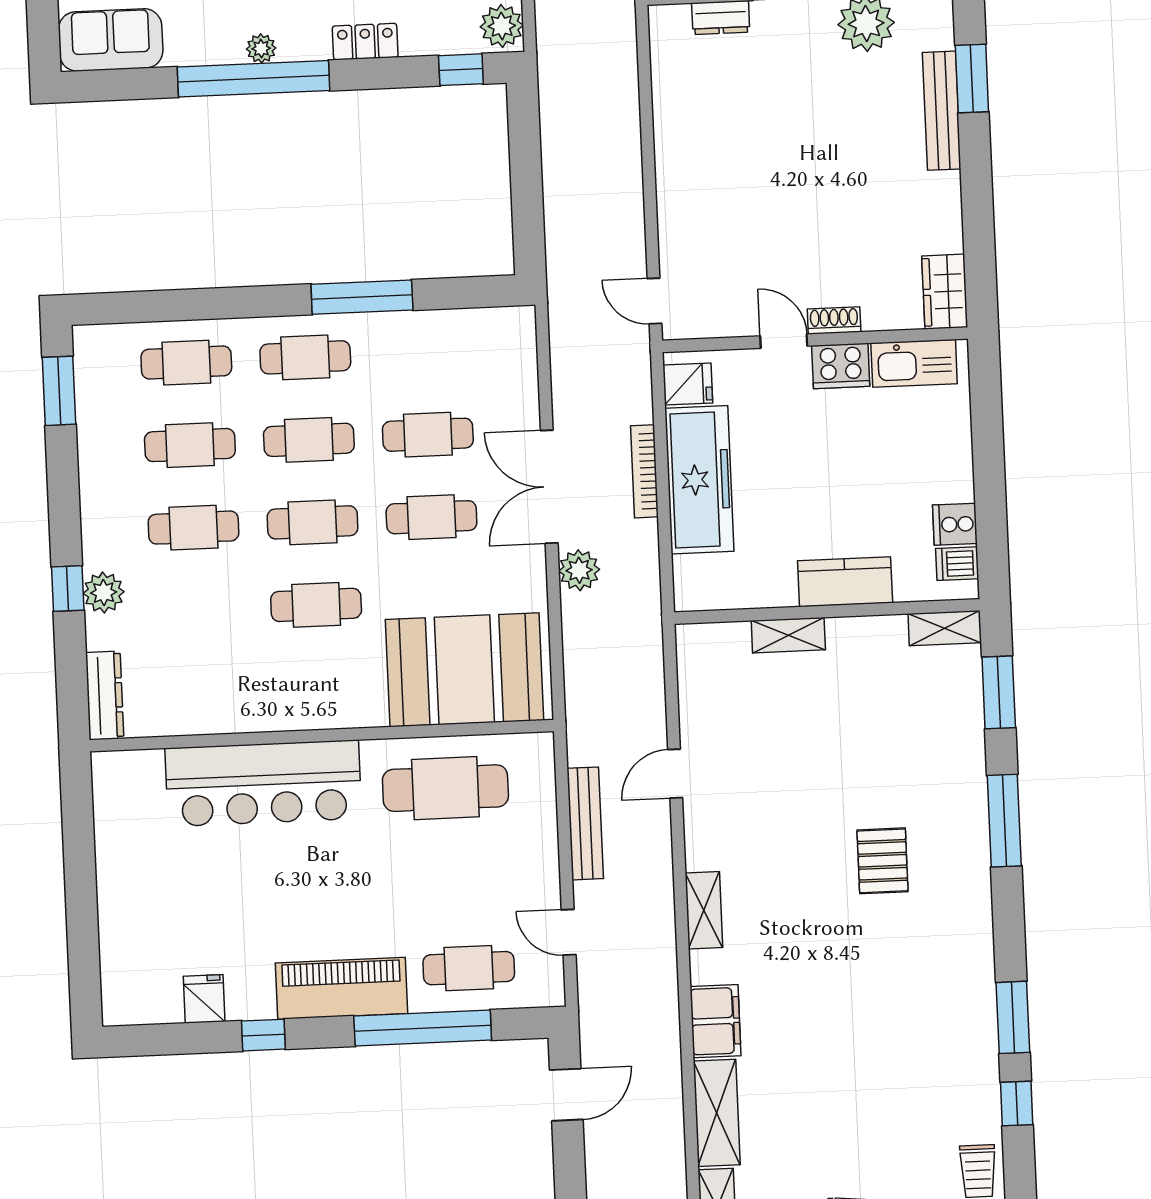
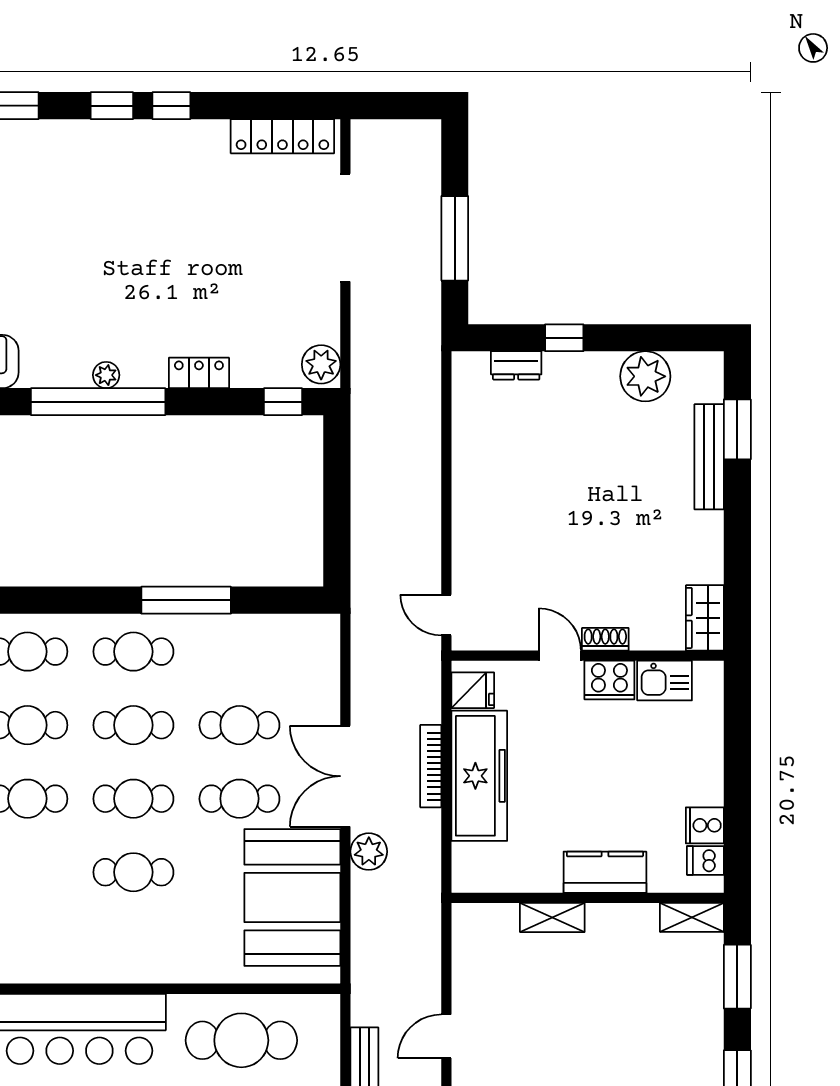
kitchen sink: (914, 363) -> (665, 681), width x0.73
booth: (464, 670) -> (292, 897), moved, turned 90

